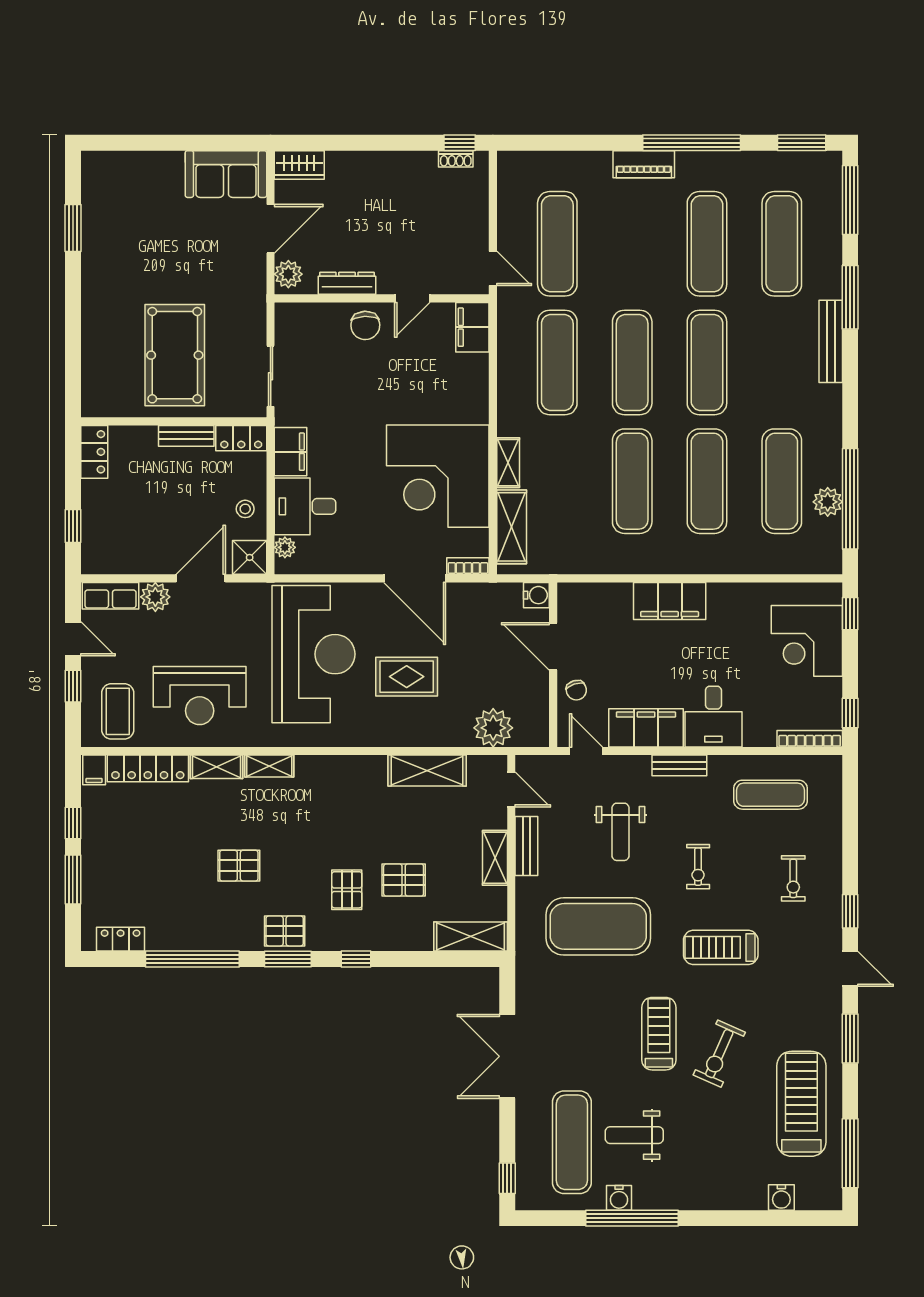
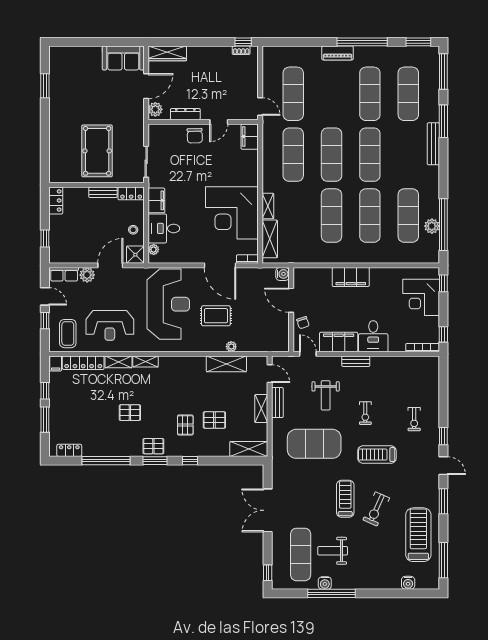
wardrobe: (299, 165) -> (167, 53), width x1.50
plant: (493, 728) -> (231, 347), moved, width x0.53, depth x0.53
exercise mat: (771, 795) -> (402, 376), removed

